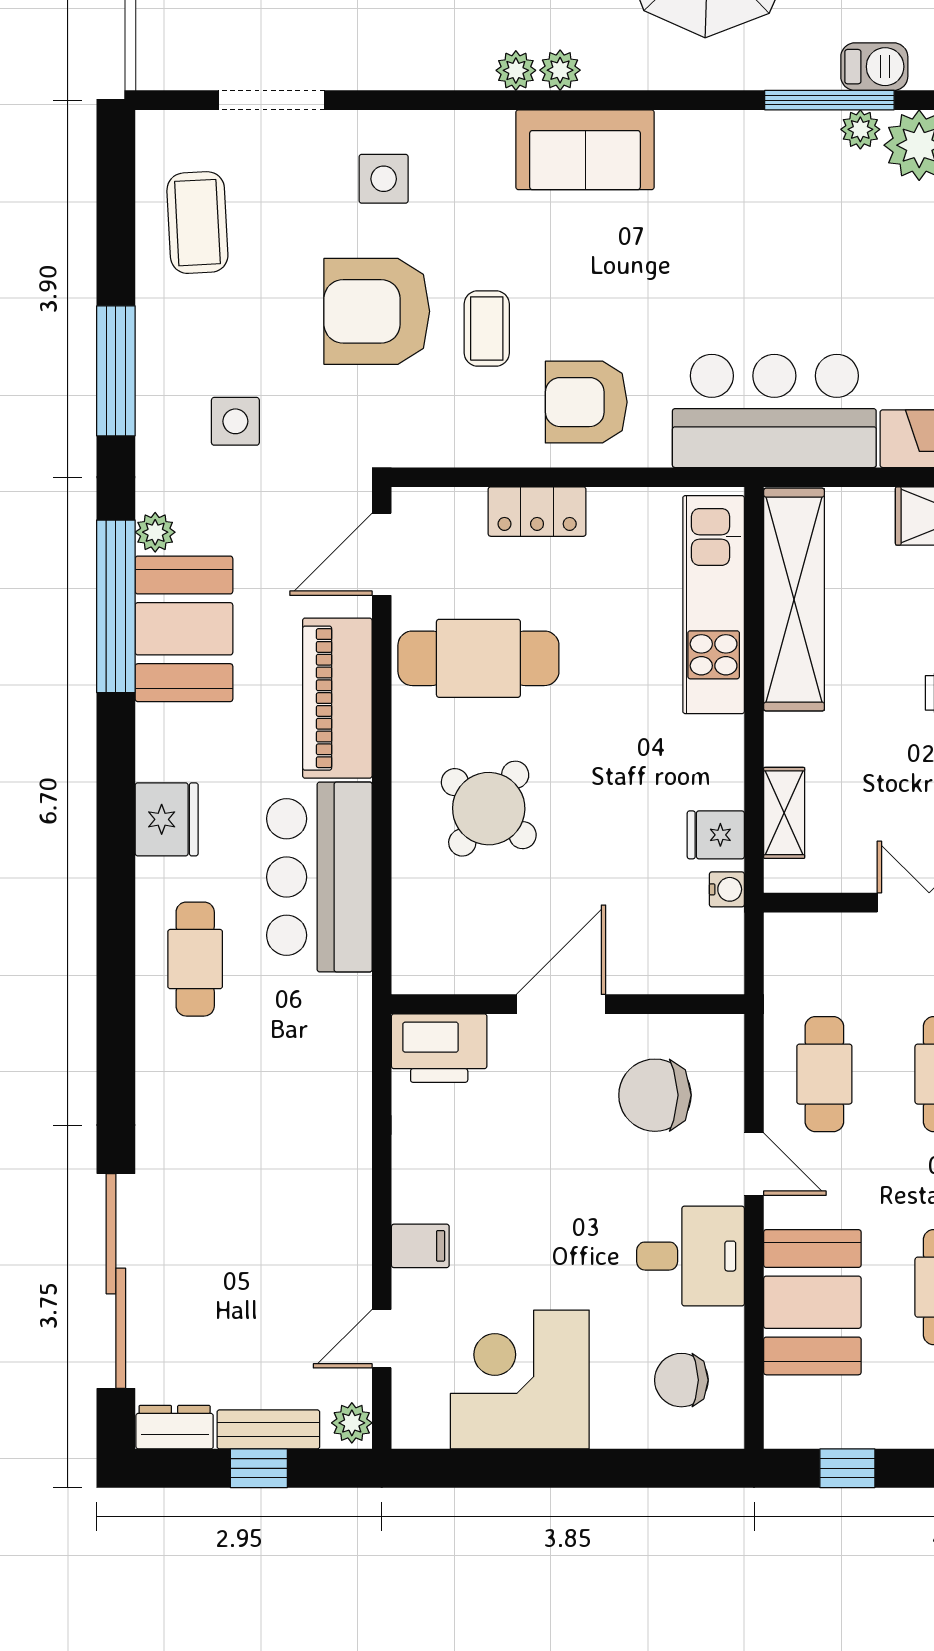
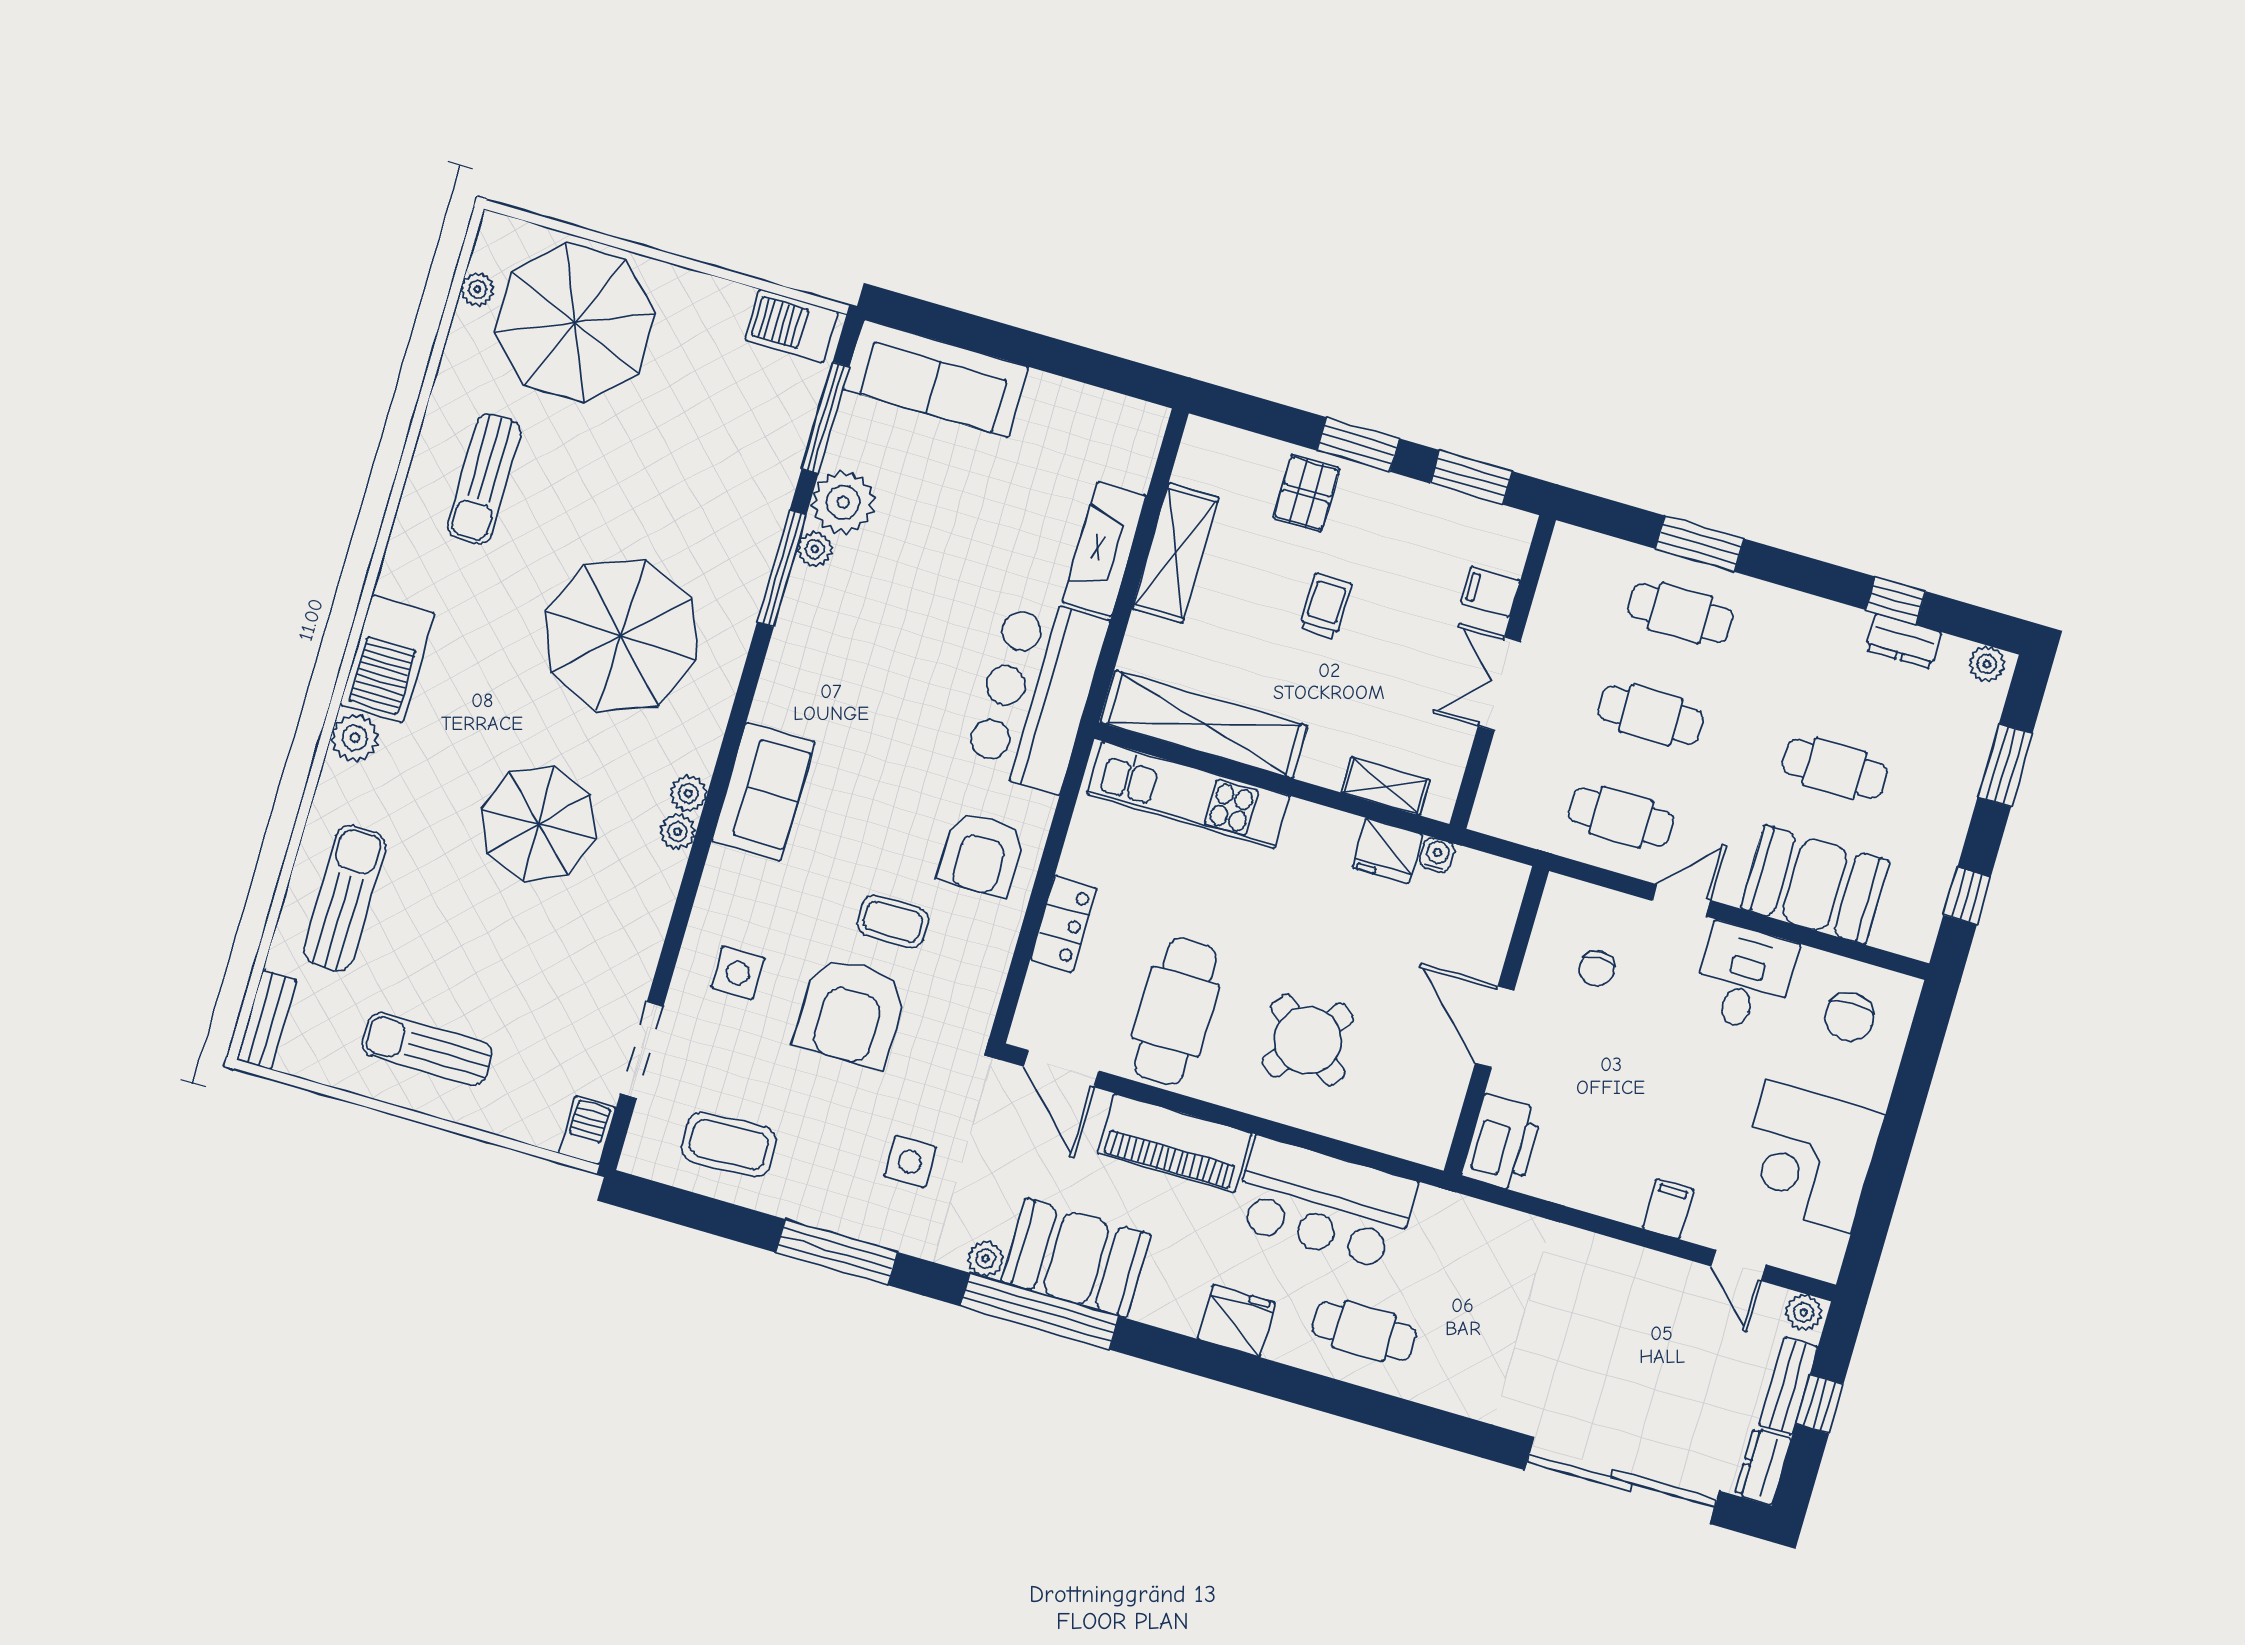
barbecue: (874, 67) -> (587, 1130), moved
fridge: (716, 835) -> (1387, 851), width x1.38
chair: (655, 1095) -> (1597, 969), width x0.54, depth x0.54

